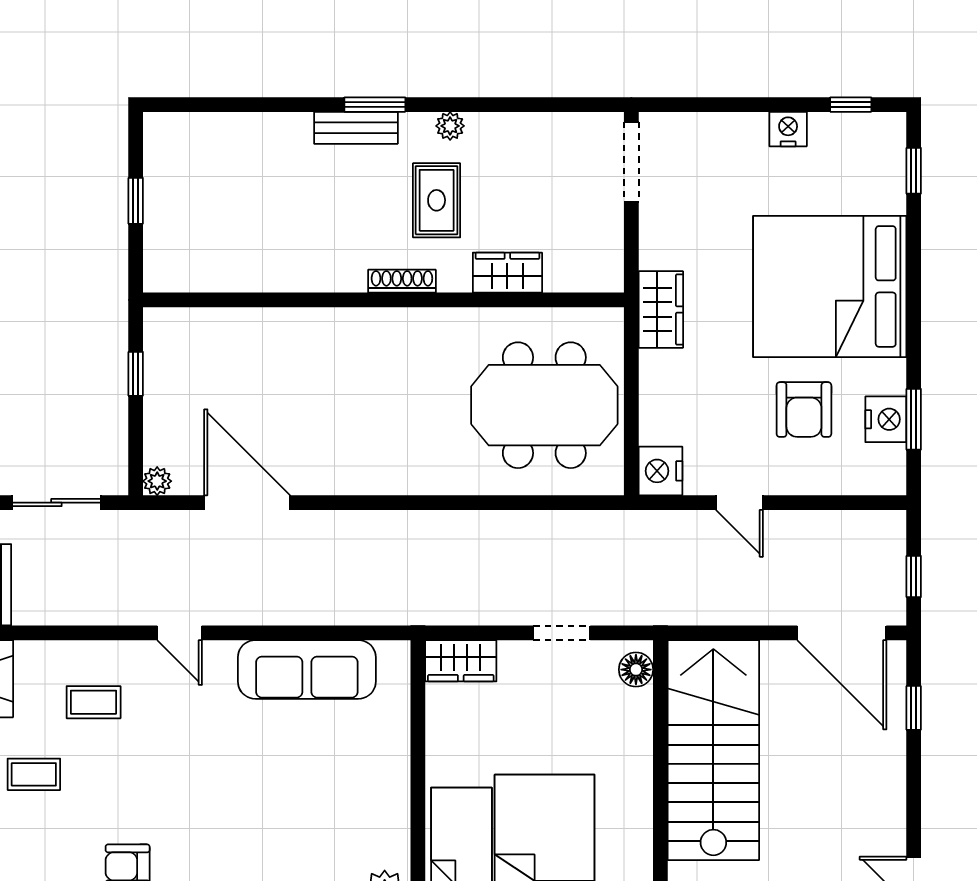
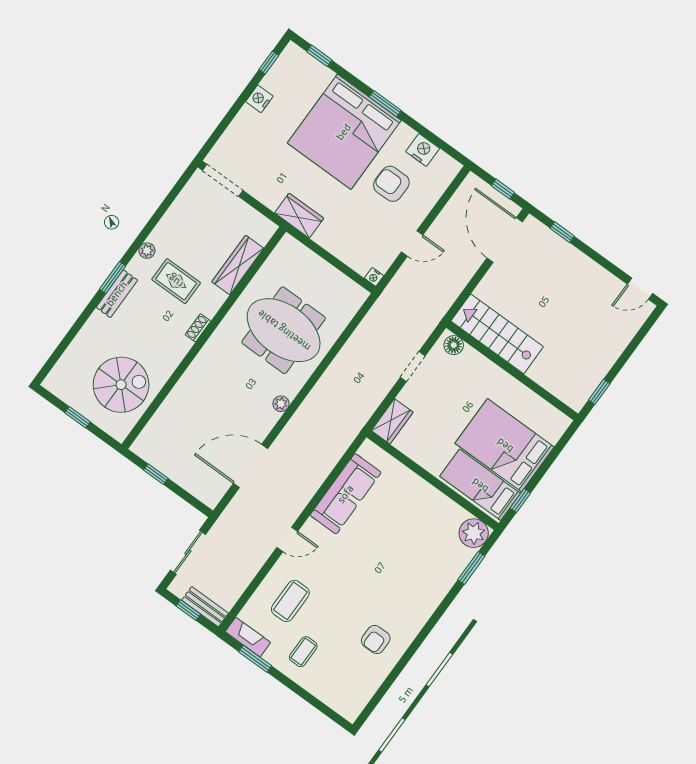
spiral stairs: (229, 229) -> (121, 385), added
wardrobe: (507, 273) -> (238, 265), width x1.50
shoe rack: (402, 281) -> (198, 328), width x0.70
meeting table: (544, 405) -> (284, 330), moved, turned 90
armchair: (804, 410) -> (391, 184), turned 180
window: (914, 419) -> (385, 104), moved
nightstand: (661, 471) -> (374, 277), width x0.53, depth x0.56
plant: (157, 481) -> (281, 404), moved
door: (842, 633) -> (505, 240), swing flipped
coffee table: (94, 702) -> (290, 601), width x1.36, depth x1.30
stairs: (713, 750) -> (497, 334), width x0.73, depth x0.66

